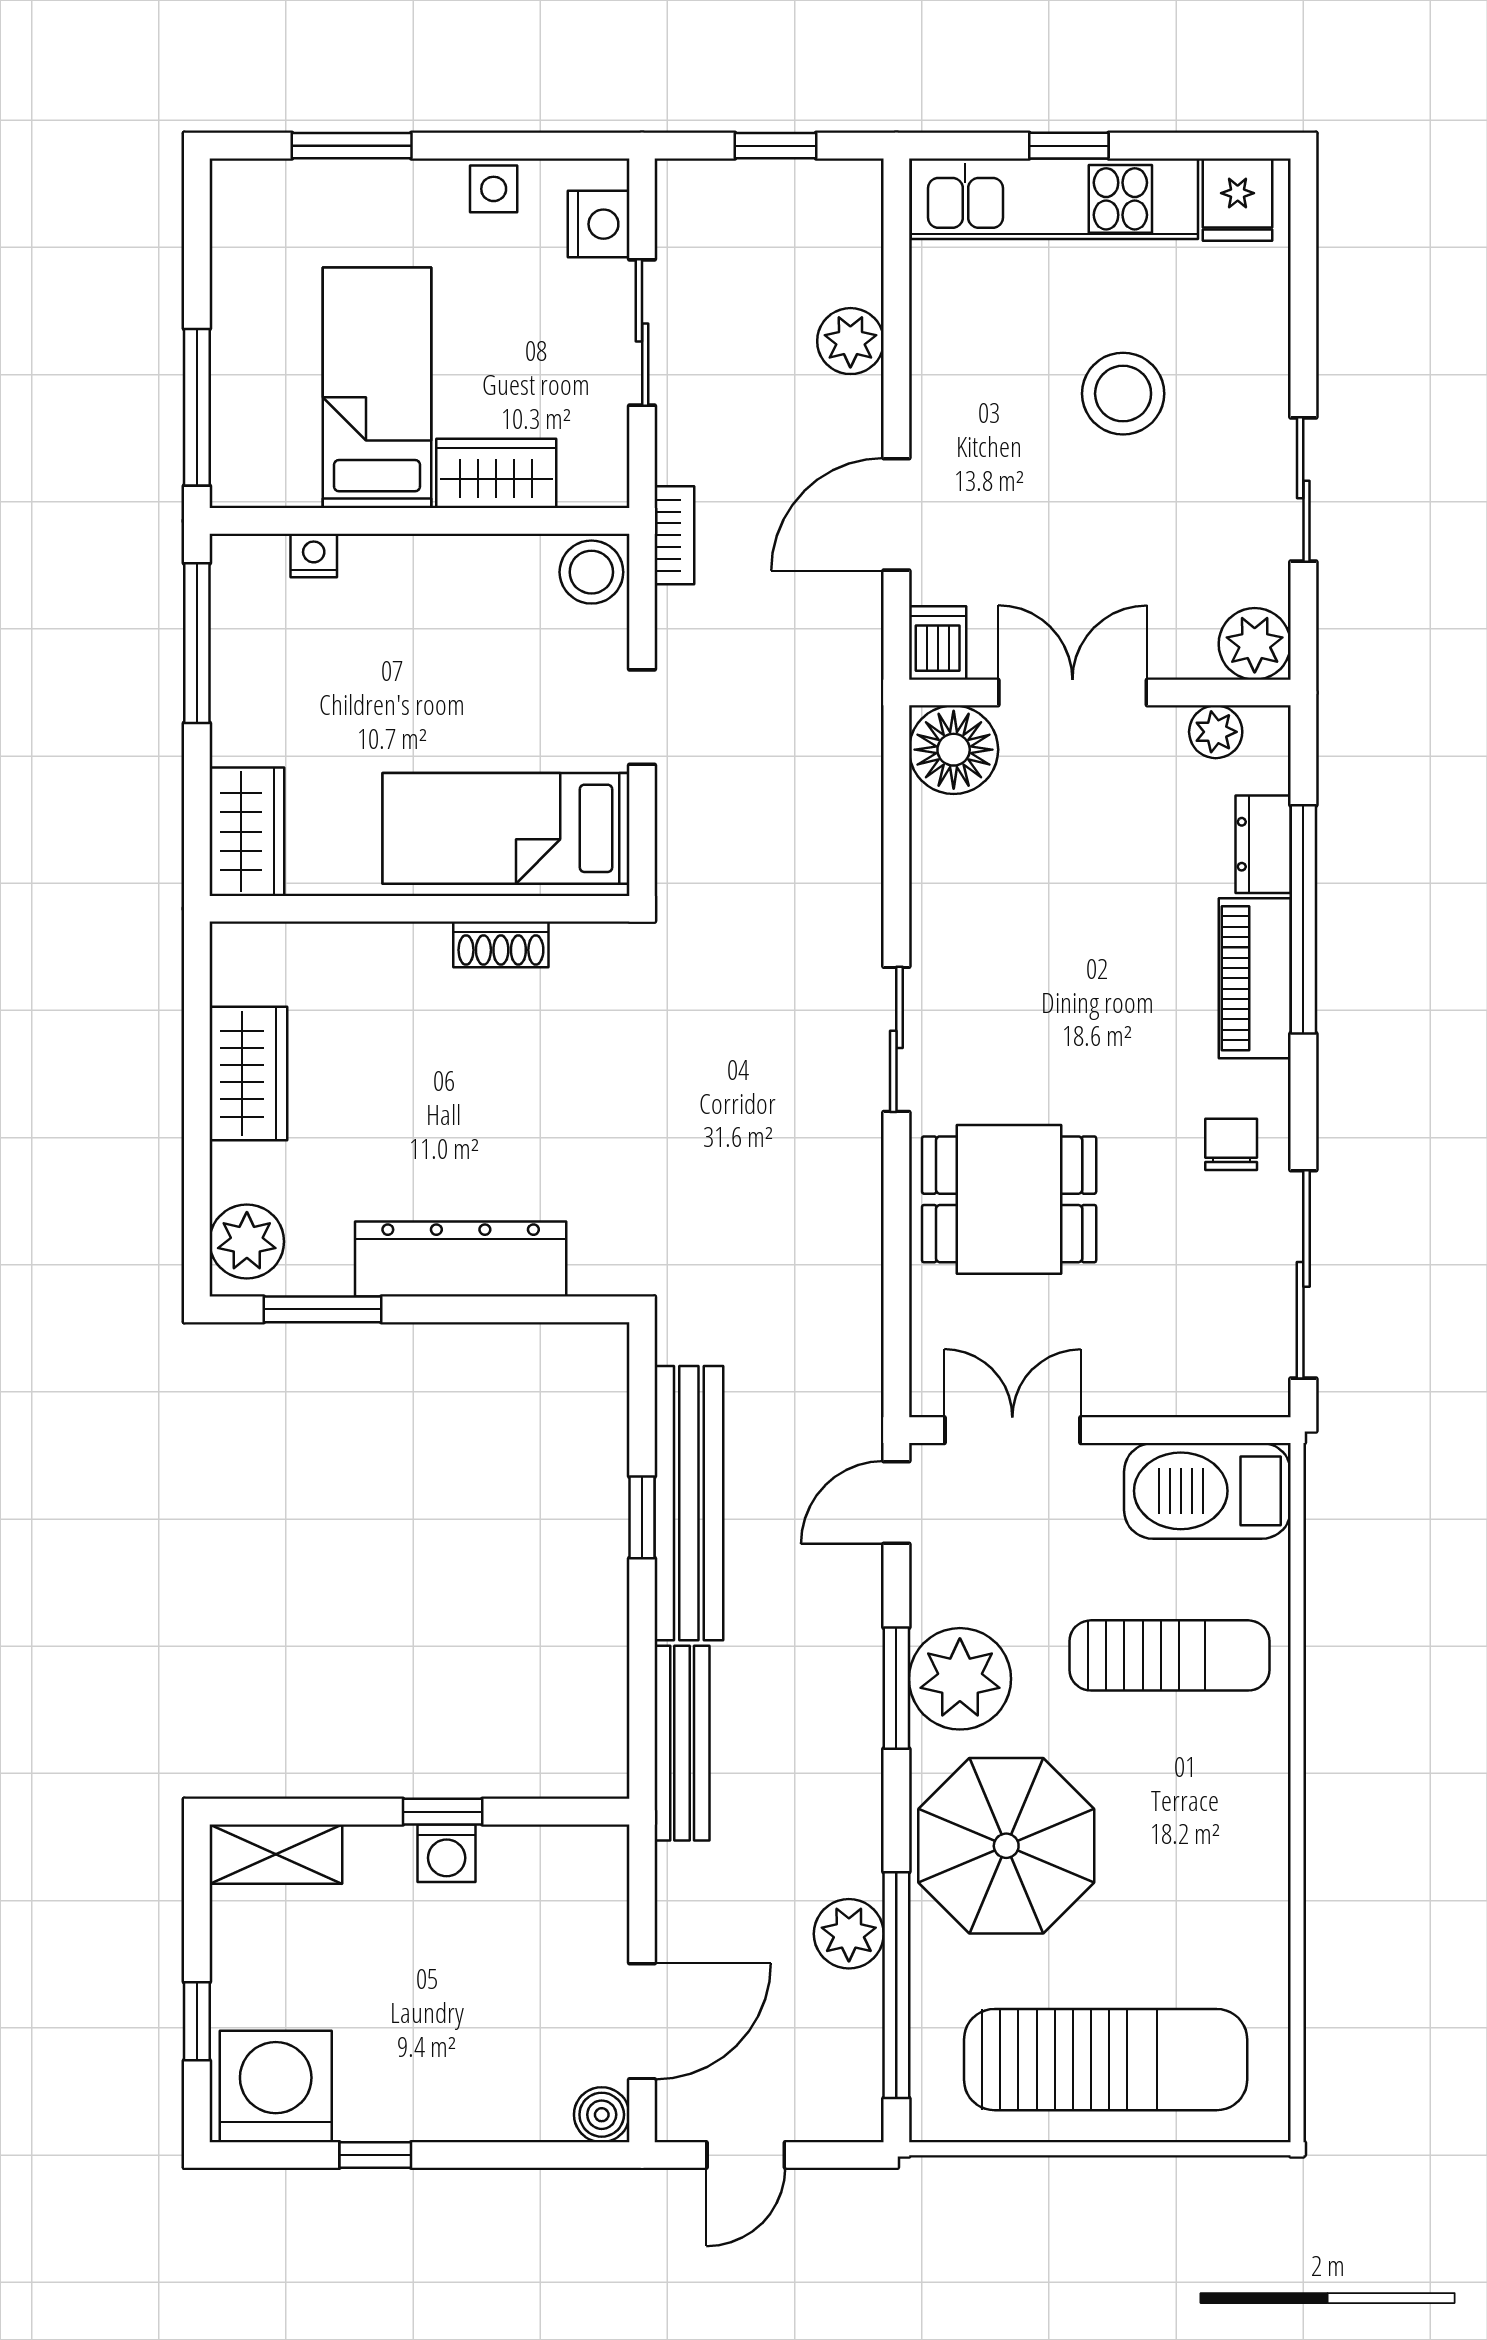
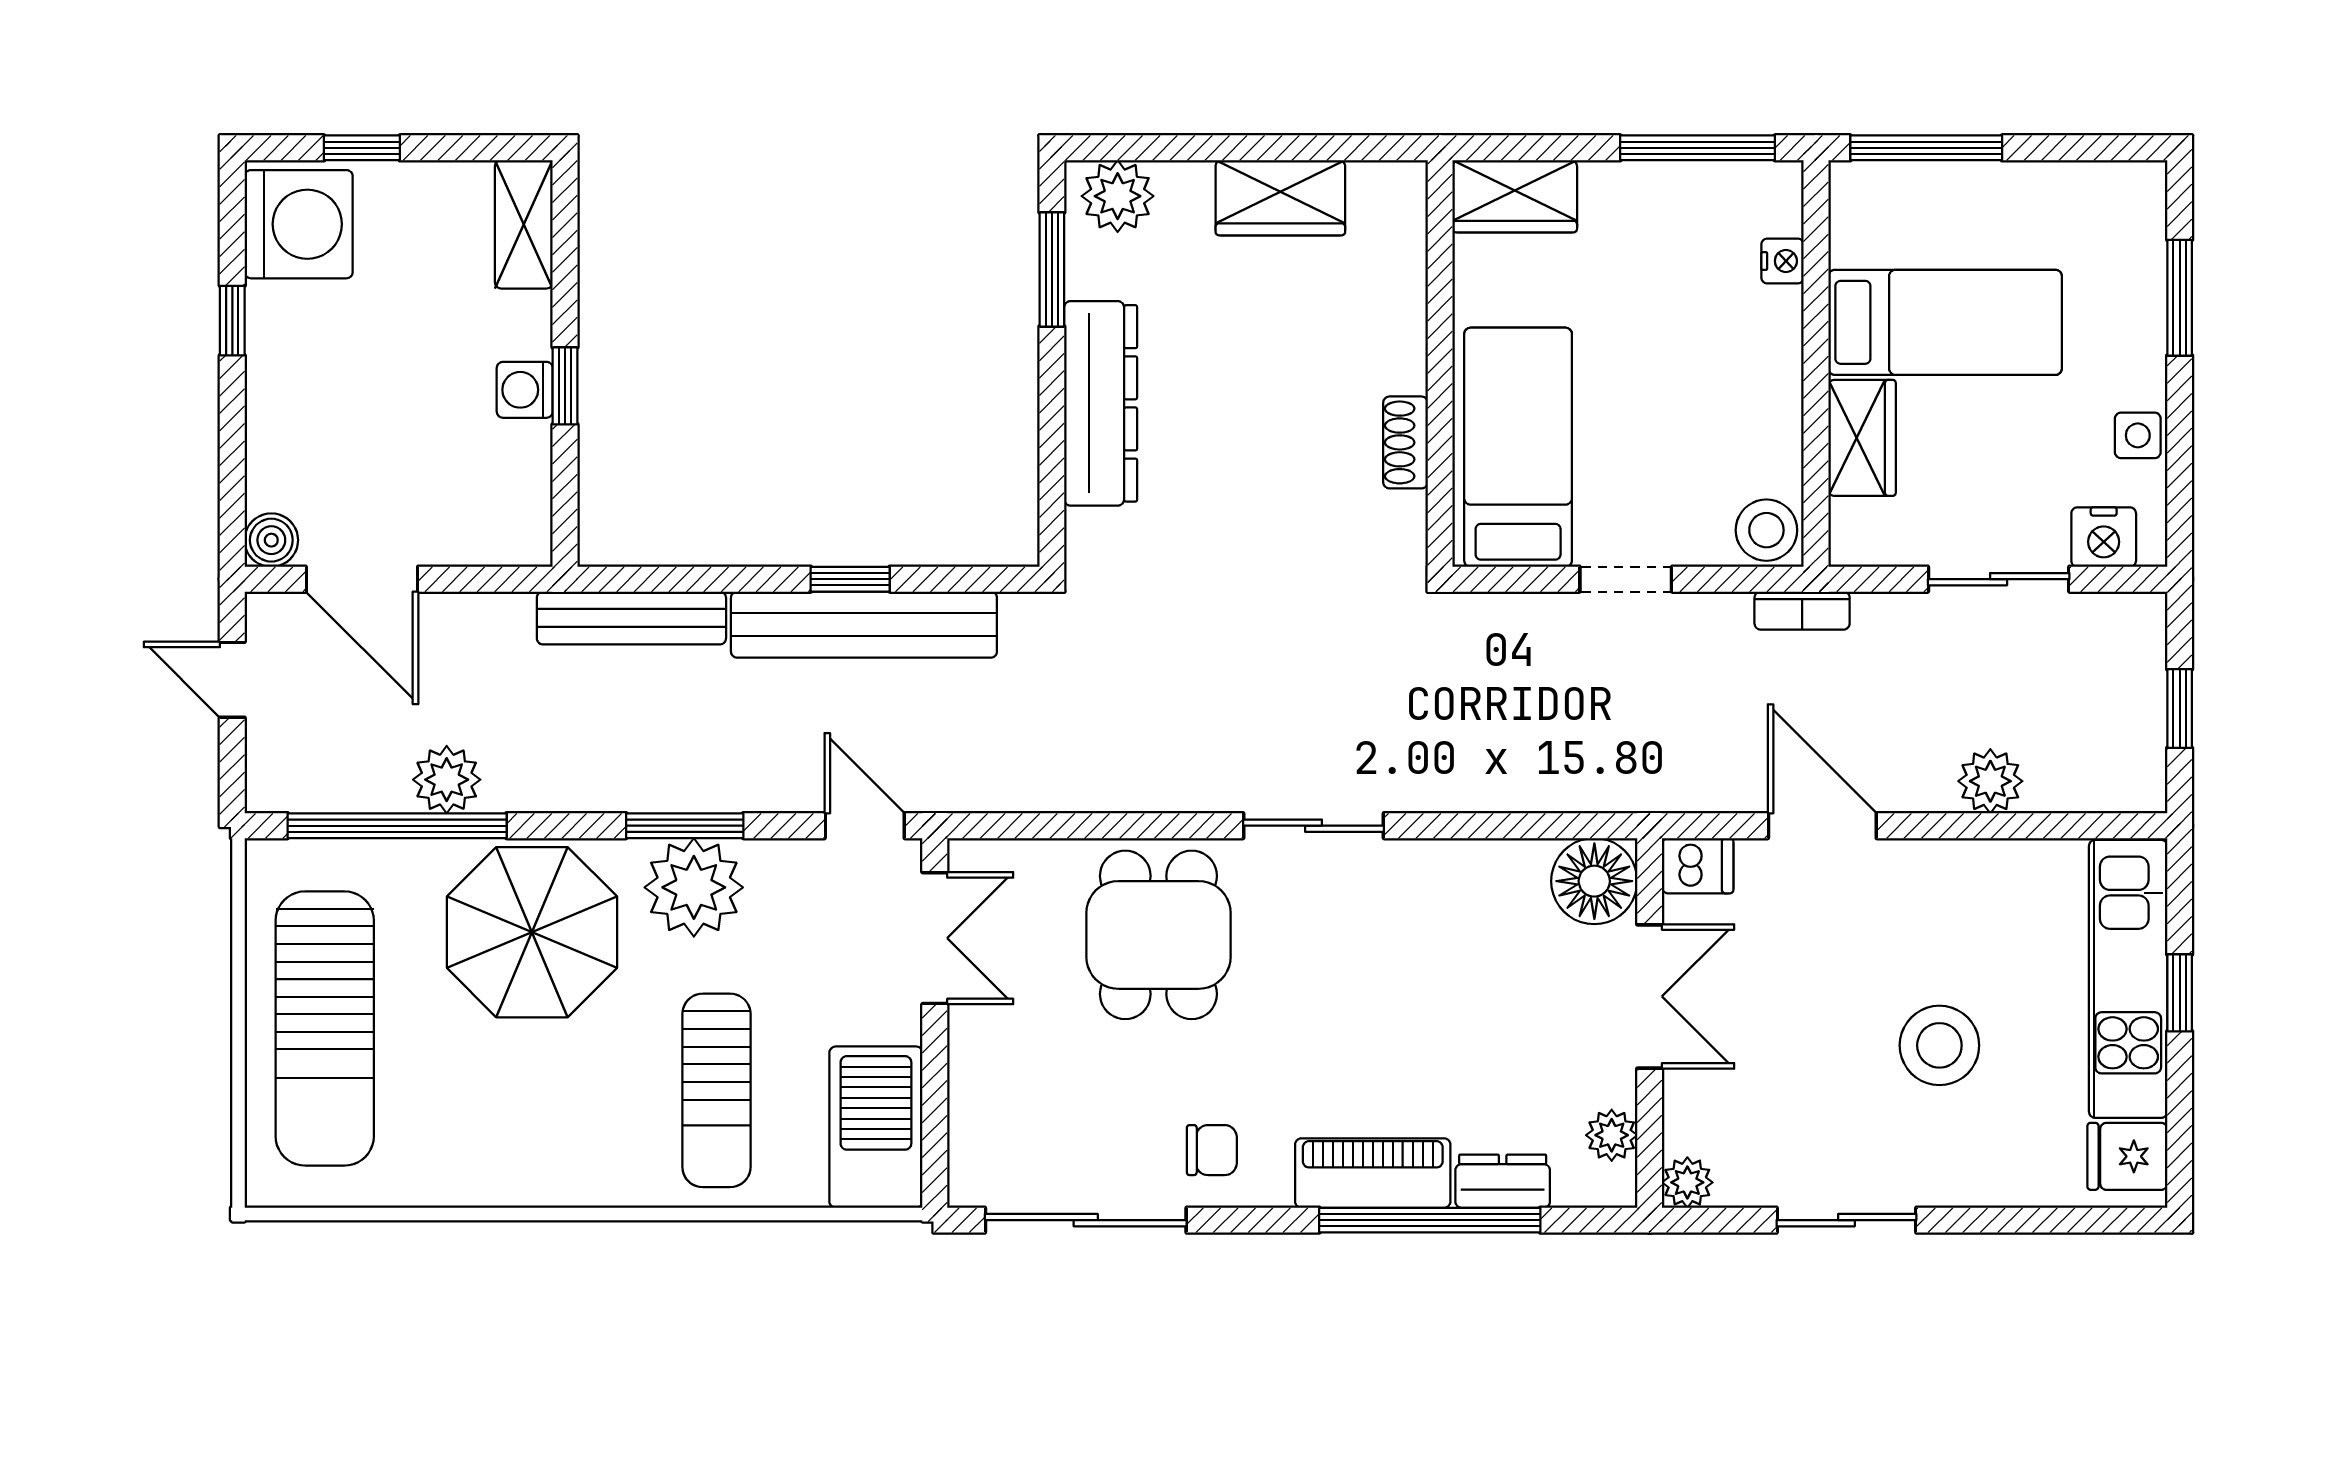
plant: (1255, 644) -> (1687, 1182), width x0.73, depth x0.73

